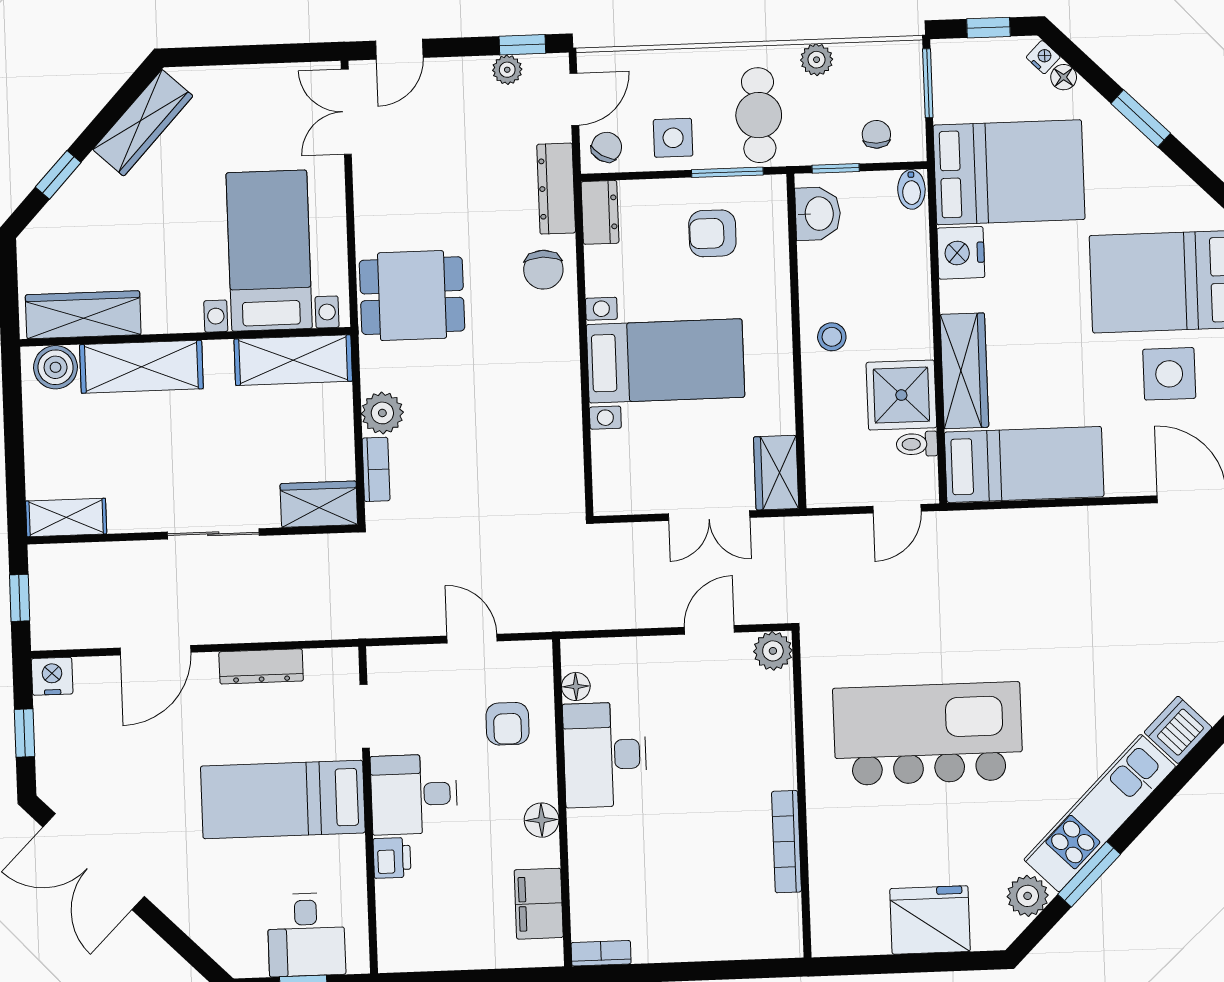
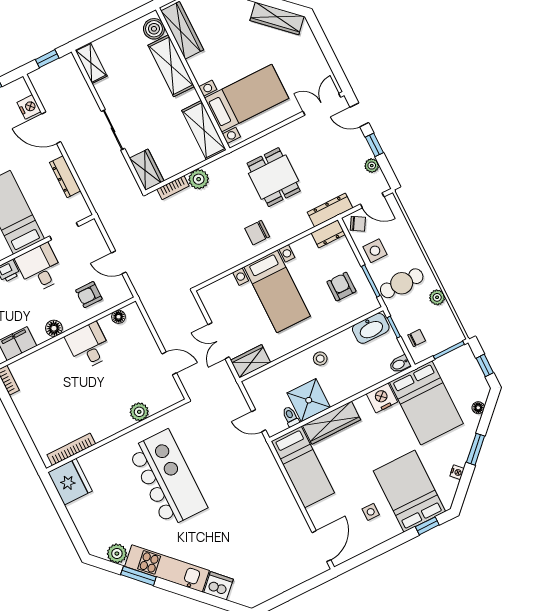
window: (522, 45) -> (374, 145), moved
nightstand: (1043, 57) -> (457, 472), moved
washbasin: (818, 214) -> (371, 328), width x1.38
chair: (543, 270) -> (257, 233), moved
dining table: (412, 296) -> (274, 177), moved
side table: (1169, 374) -> (371, 512), width x0.54, depth x0.54
door: (472, 639) -> (119, 262), swing flipped
plant: (773, 651) -> (139, 412), moved
nightstand: (52, 676) -> (29, 107), moved
desk: (605, 755) -> (89, 346), width x0.73
bookcase: (786, 842) -> (71, 449), moved
fridge: (930, 920) -> (70, 482), moved

